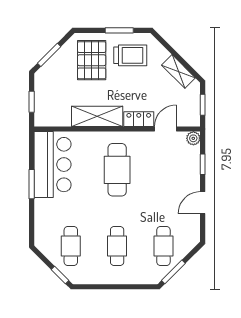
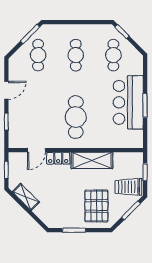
trolley: (130, 55) -> (128, 187), moved
plant: (193, 138) -> (14, 143), removed
bar counter: (53, 165) -> (128, 102), moved

